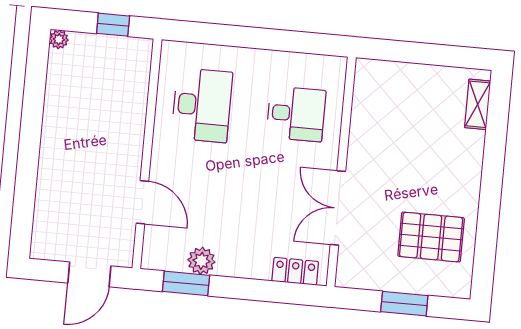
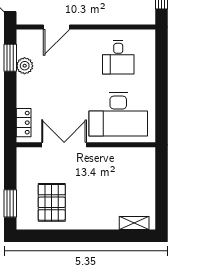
desk: (202, 105) -> (118, 57), width x0.73
desk: (296, 114) -> (118, 114), width x1.87, depth x1.30
window: (404, 304) -> (10, 203), moved

